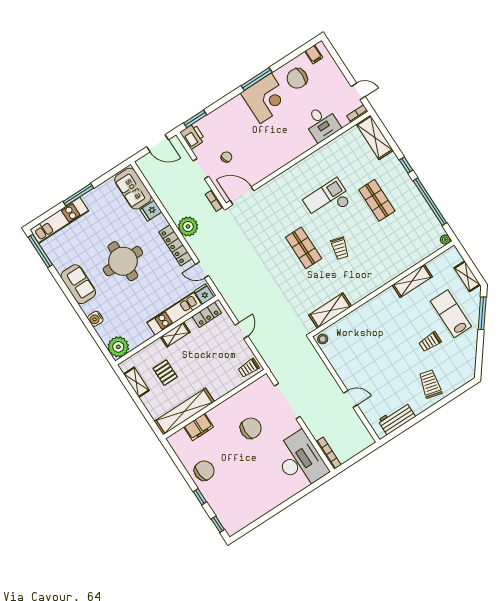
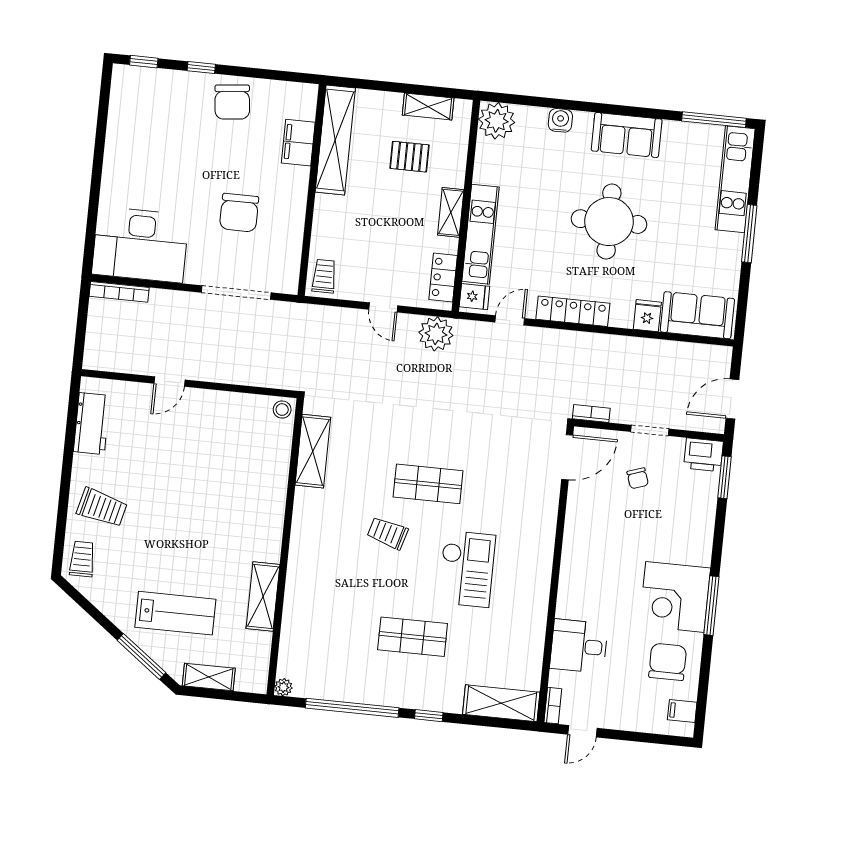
plant: (188, 226) -> (436, 334), moved
trolley: (430, 342) -> (82, 559), moved

